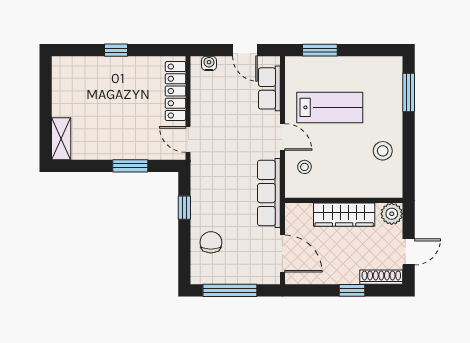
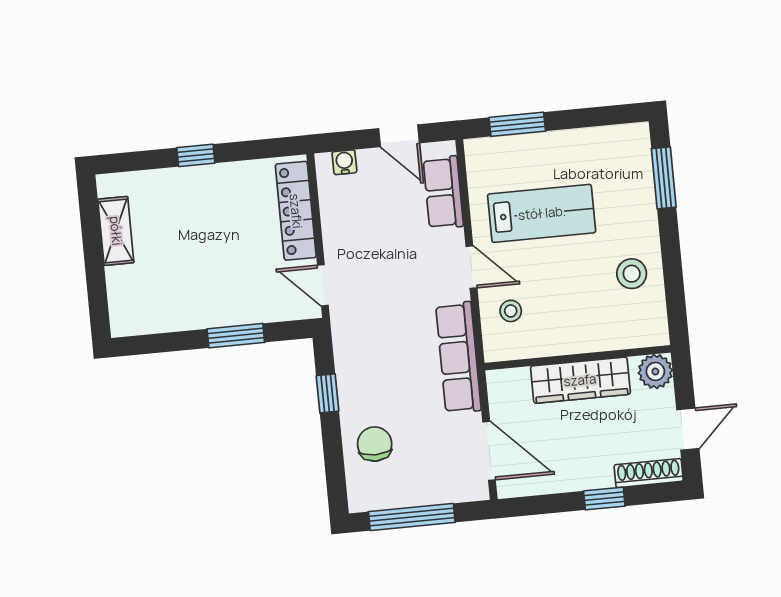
shelving: (61, 139) -> (116, 231), moved

